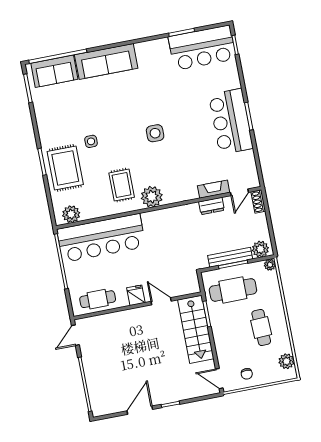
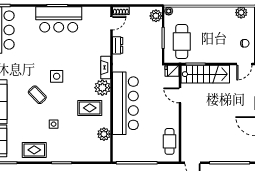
coffee table: (126, 112) -> (37, 95), added
rug: (65, 168) -> (34, 150), moved, width x0.73, depth x0.70
fireplace: (214, 189) -> (106, 67), moved
door: (239, 192) -> (112, 23), hinge flipped
plant: (71, 214) -> (104, 134), moved
bar counter: (101, 238) -> (125, 103), moved
bench: (230, 257) -> (157, 39), removed
fridge: (136, 295) -> (172, 71), moved
door: (161, 301) -> (180, 95), hinge flipped
cafe table: (261, 328) -> (213, 26), removed

